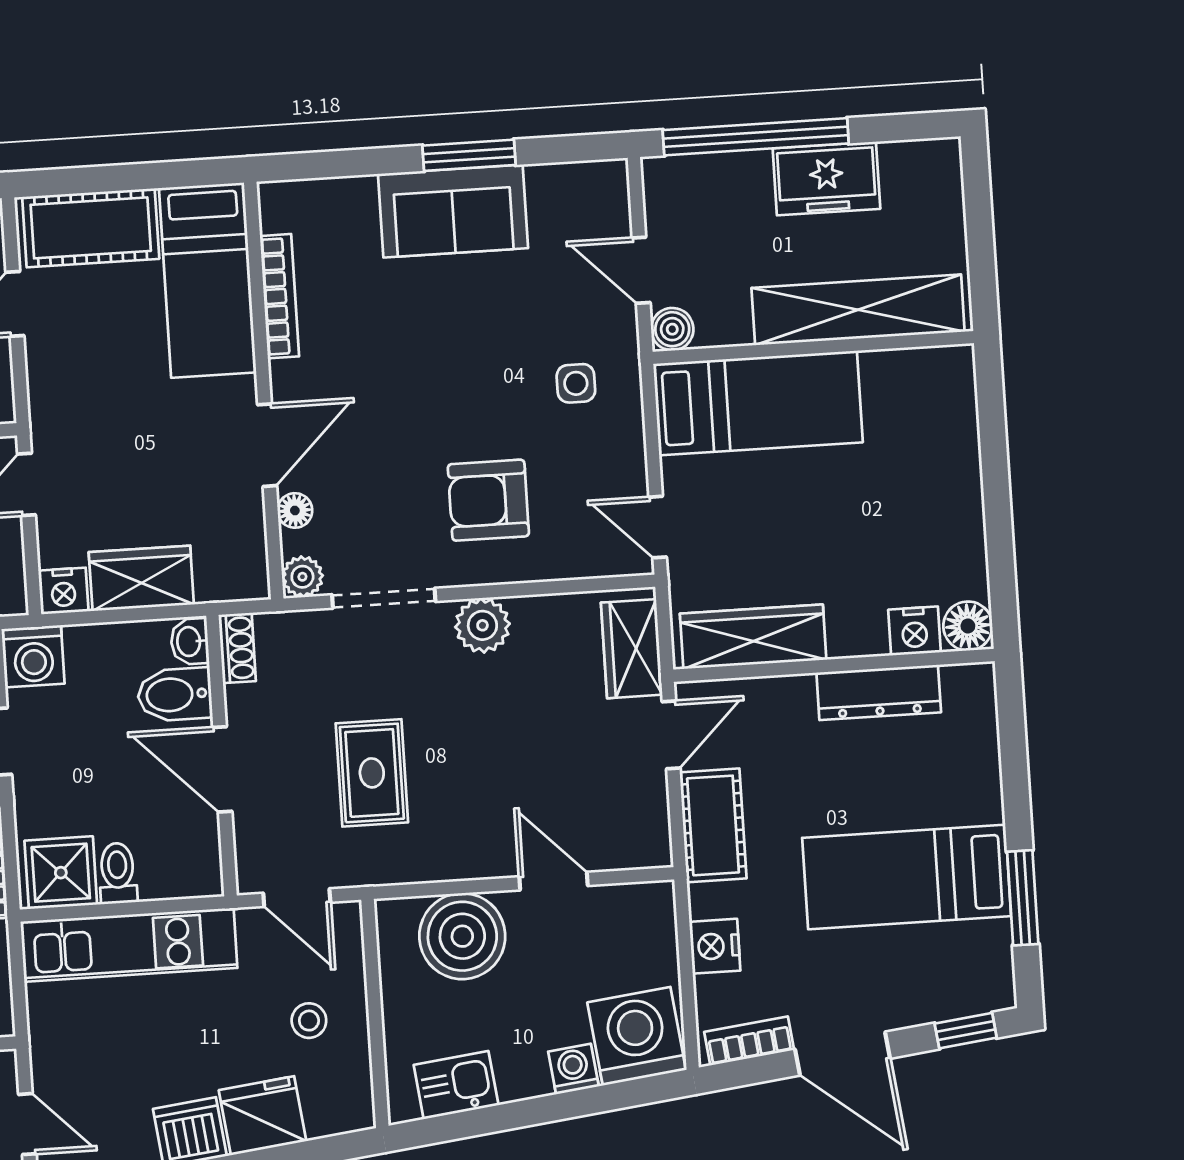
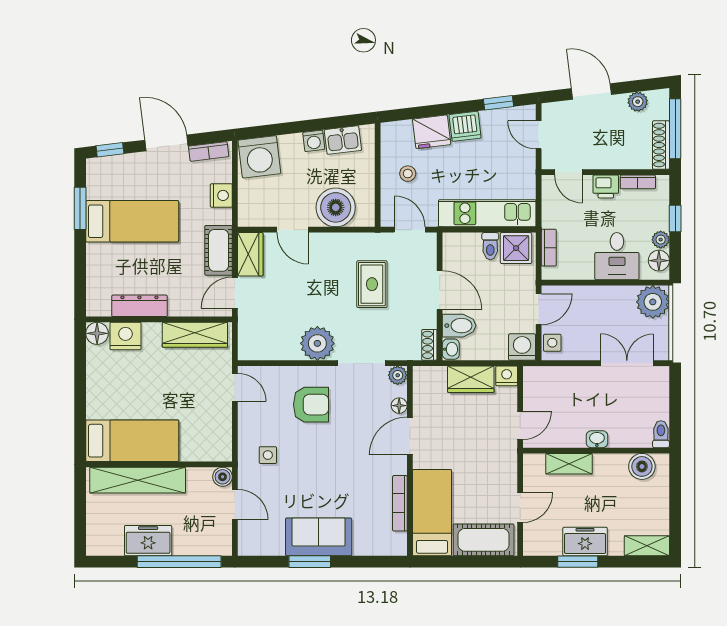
bed: (758, 403) -> (132, 441), moved, turned 180
plant: (482, 625) -> (317, 343), width x1.36, depth x1.36
nightstand: (915, 631) -> (125, 336), width x1.36, depth x1.33
wardrobe: (632, 649) -> (250, 254), moved
washing machine: (573, 1069) -> (314, 141), moved

